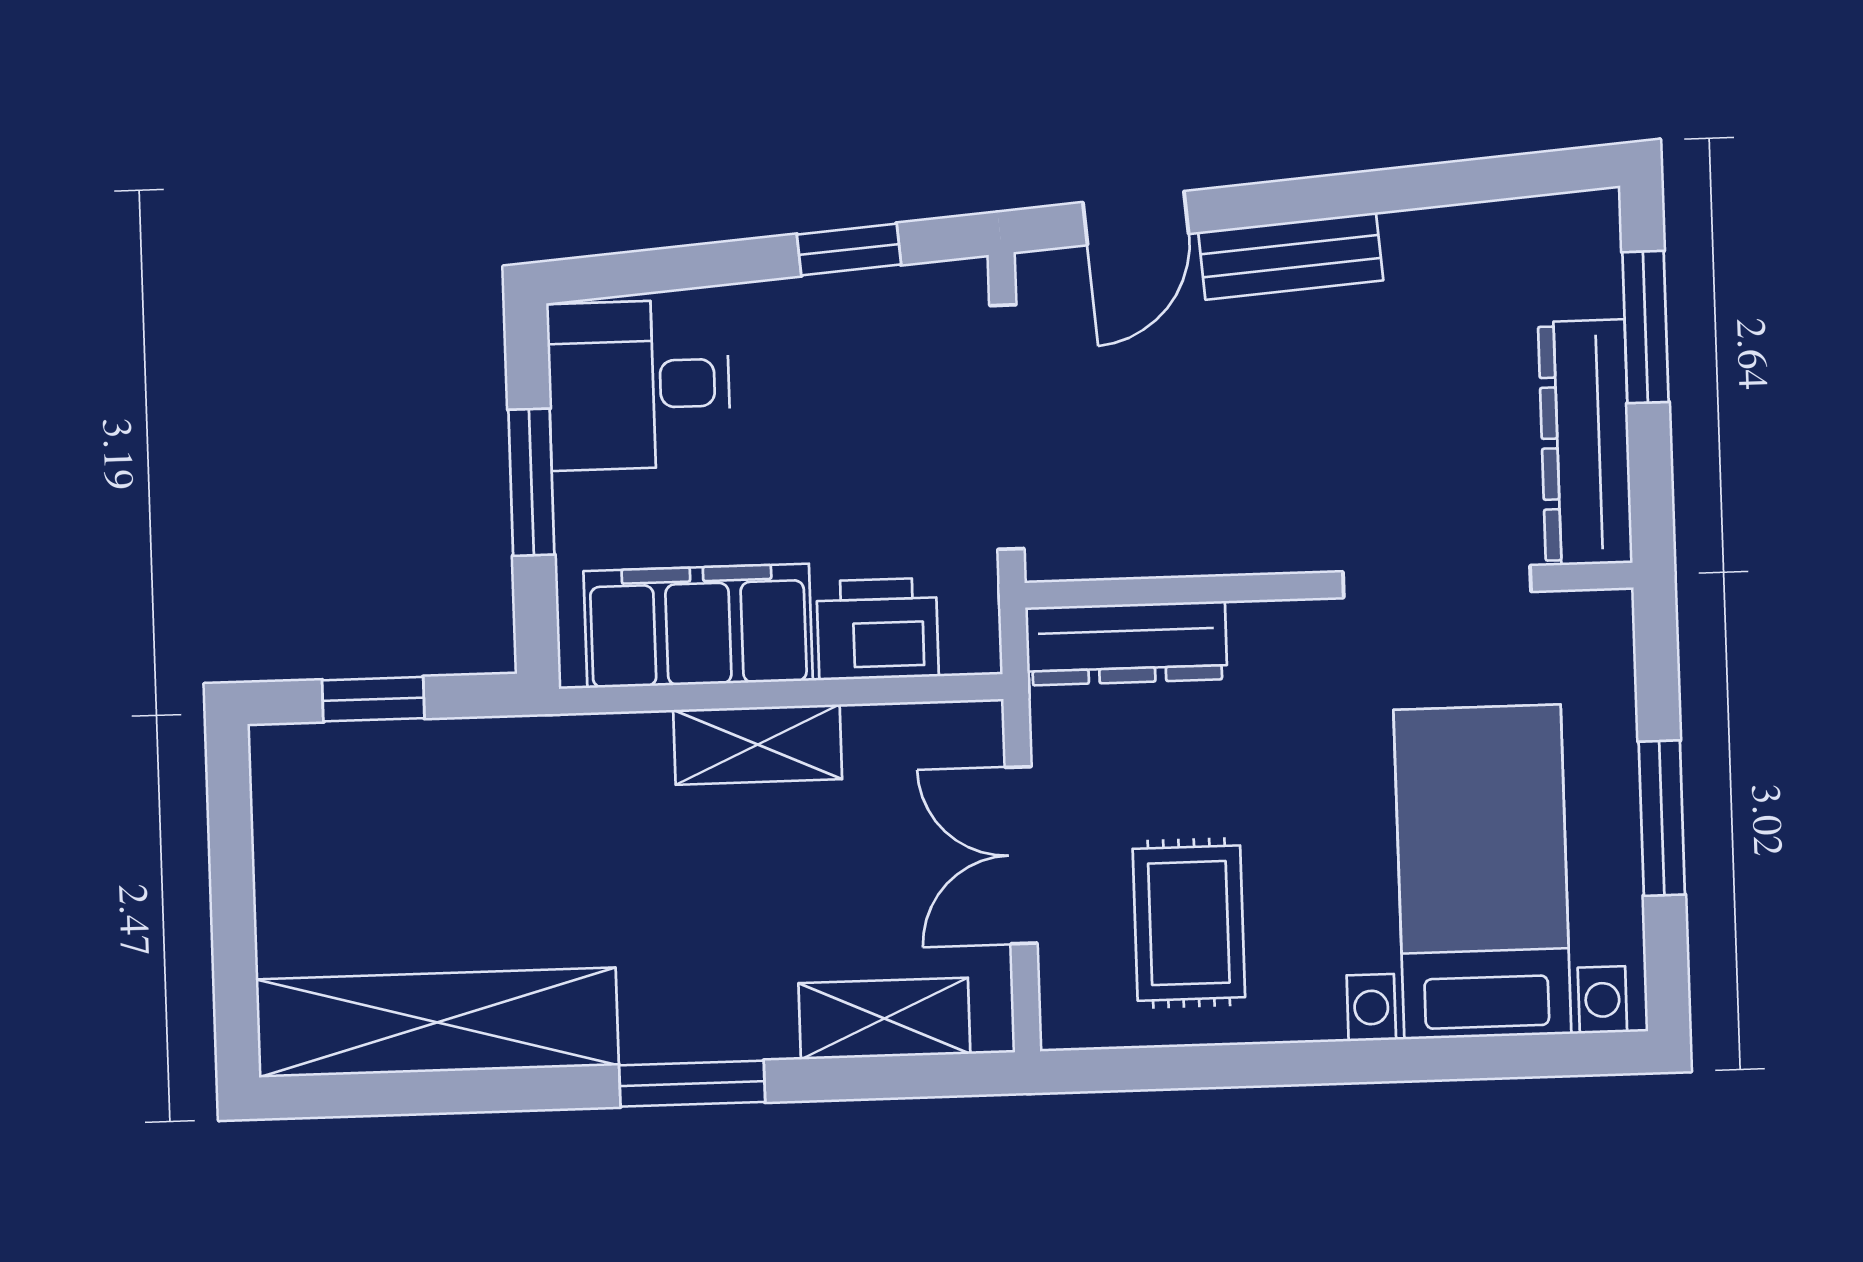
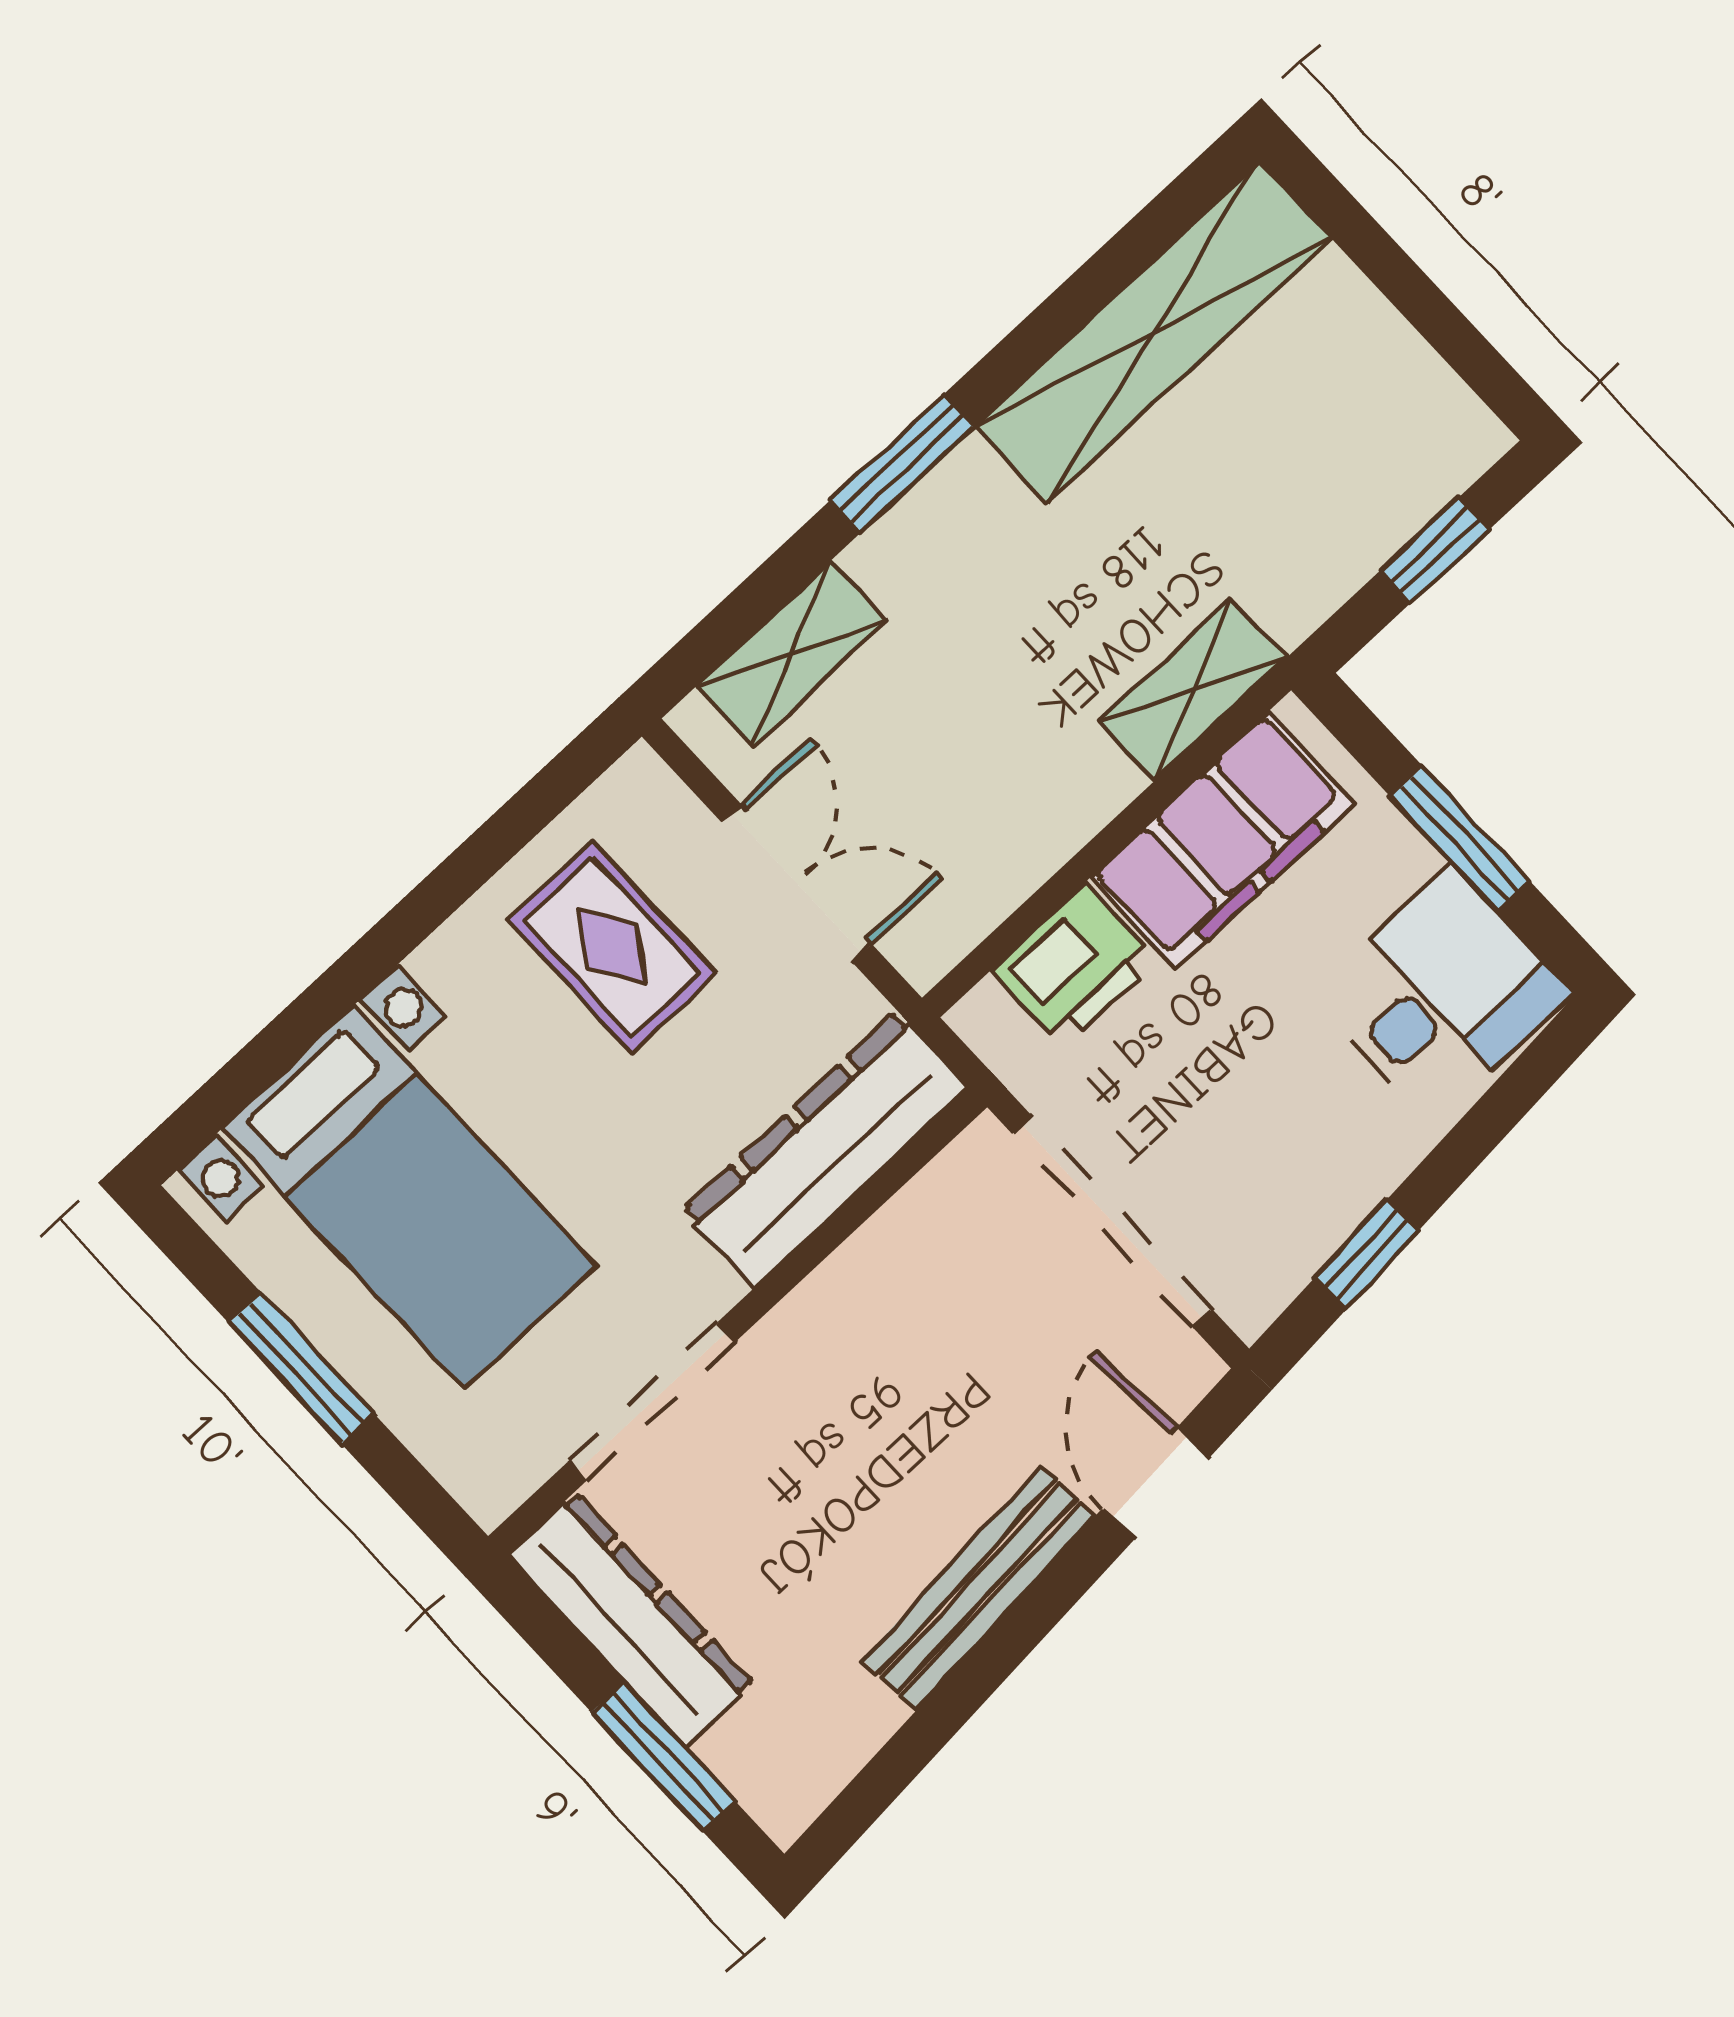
bench: (1291, 256) -> (979, 1588), width x1.36
dresser: (1126, 643) -> (826, 1150), width x1.37, depth x1.24
shelving: (758, 745) -> (1193, 690), moved

